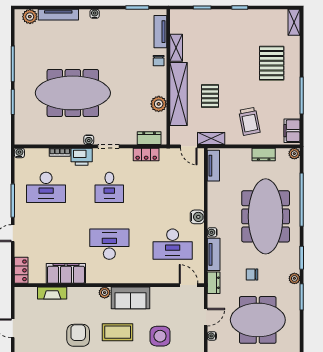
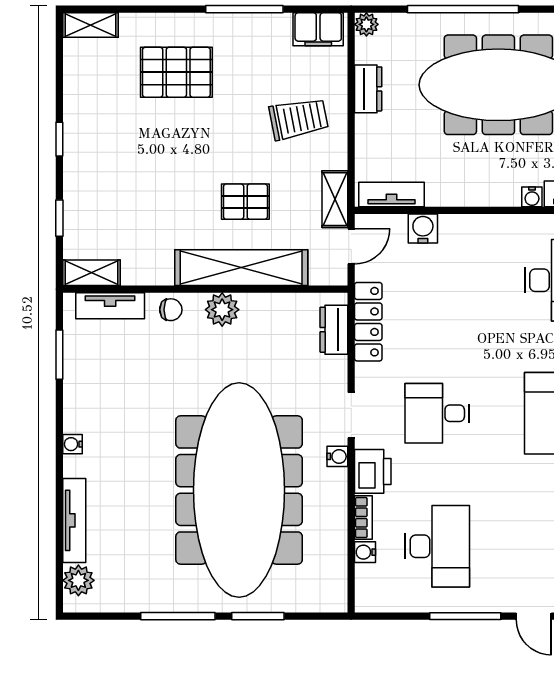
shelving: (176, 48) -> (92, 273), moved
meeting table: (73, 93) -> (239, 490), width x1.36, depth x1.27
plant: (159, 104) -> (222, 310), moved
water cooler: (19, 153) -> (365, 552), moved
locker: (146, 154) -> (368, 322), width x1.53
desk: (109, 187) -> (437, 413), turned 180
water cooler: (197, 217) -> (423, 229), moved

